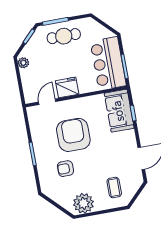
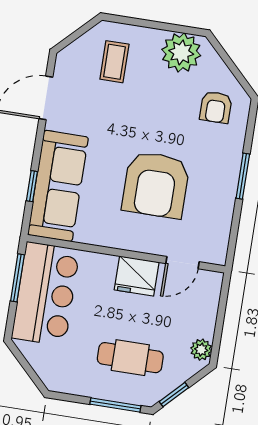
cafe table: (64, 36) -> (130, 358), moved
sofa: (119, 111) -> (58, 186), width x1.36
armchair: (65, 169) -> (216, 107), moved, turned 90

